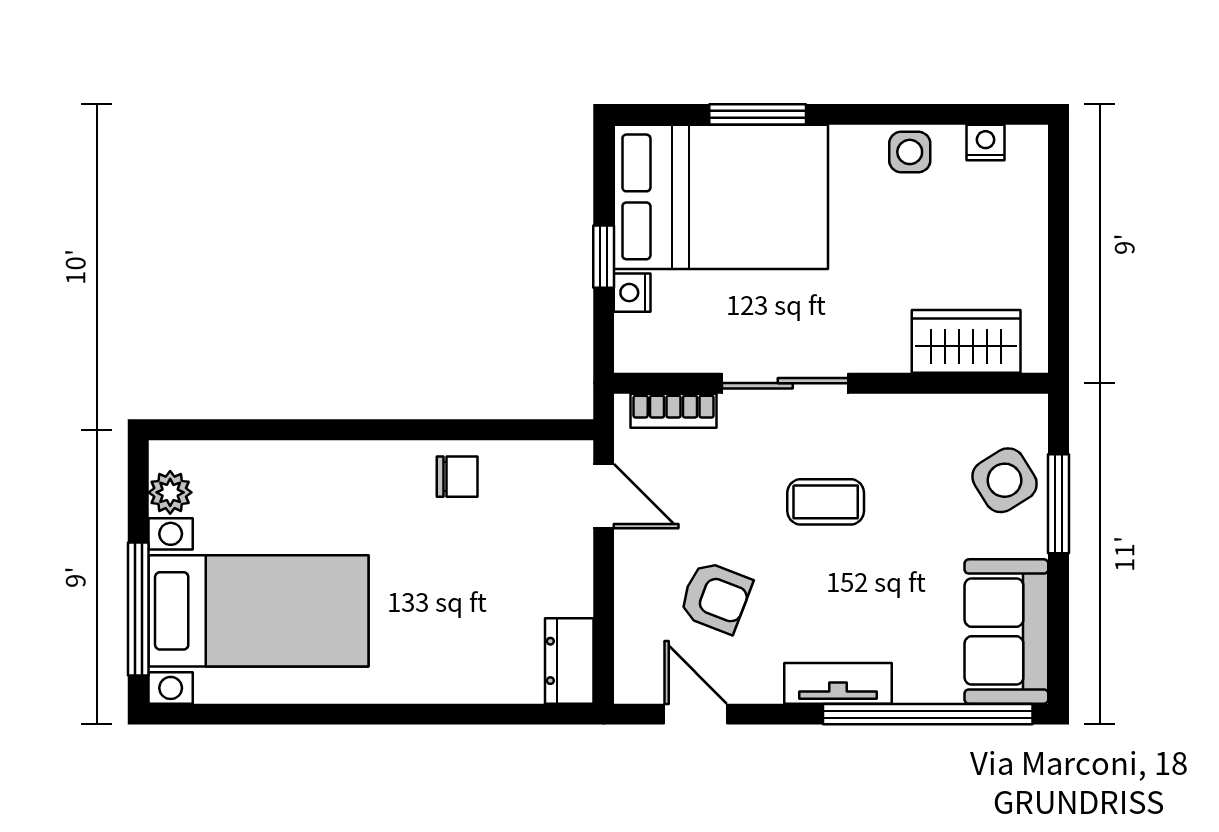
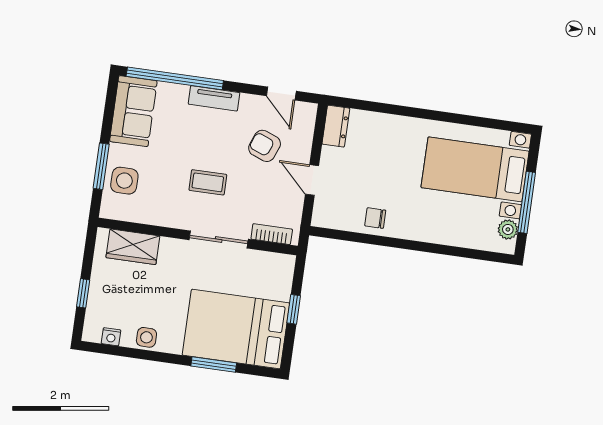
window: (1059, 227) -> (83, 293), added
nightstand: (632, 293) -> (283, 291), removed
side table: (1005, 480) -> (124, 181), turned 32
door: (604, 496) -> (312, 180), moved
window: (138, 609) -> (527, 202), moved

